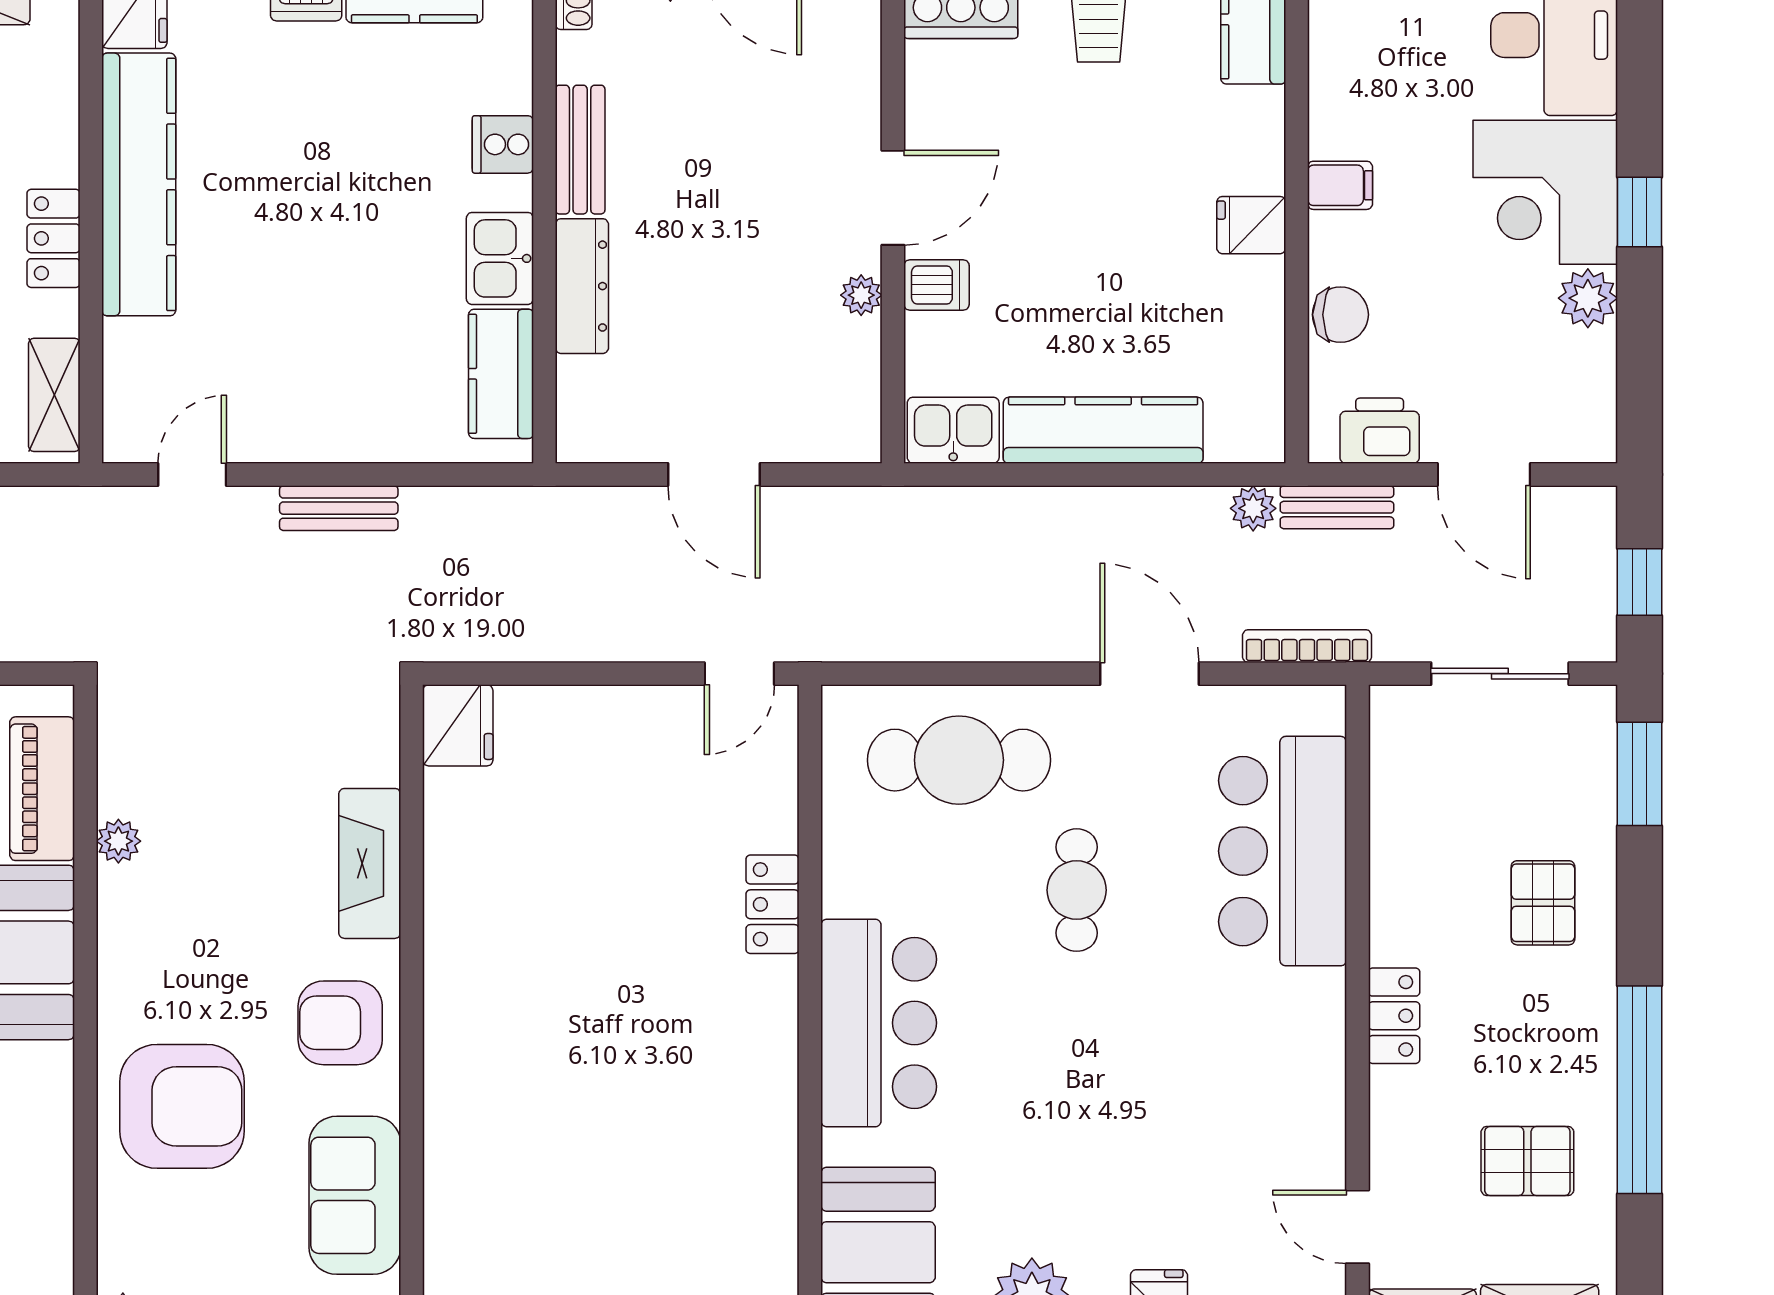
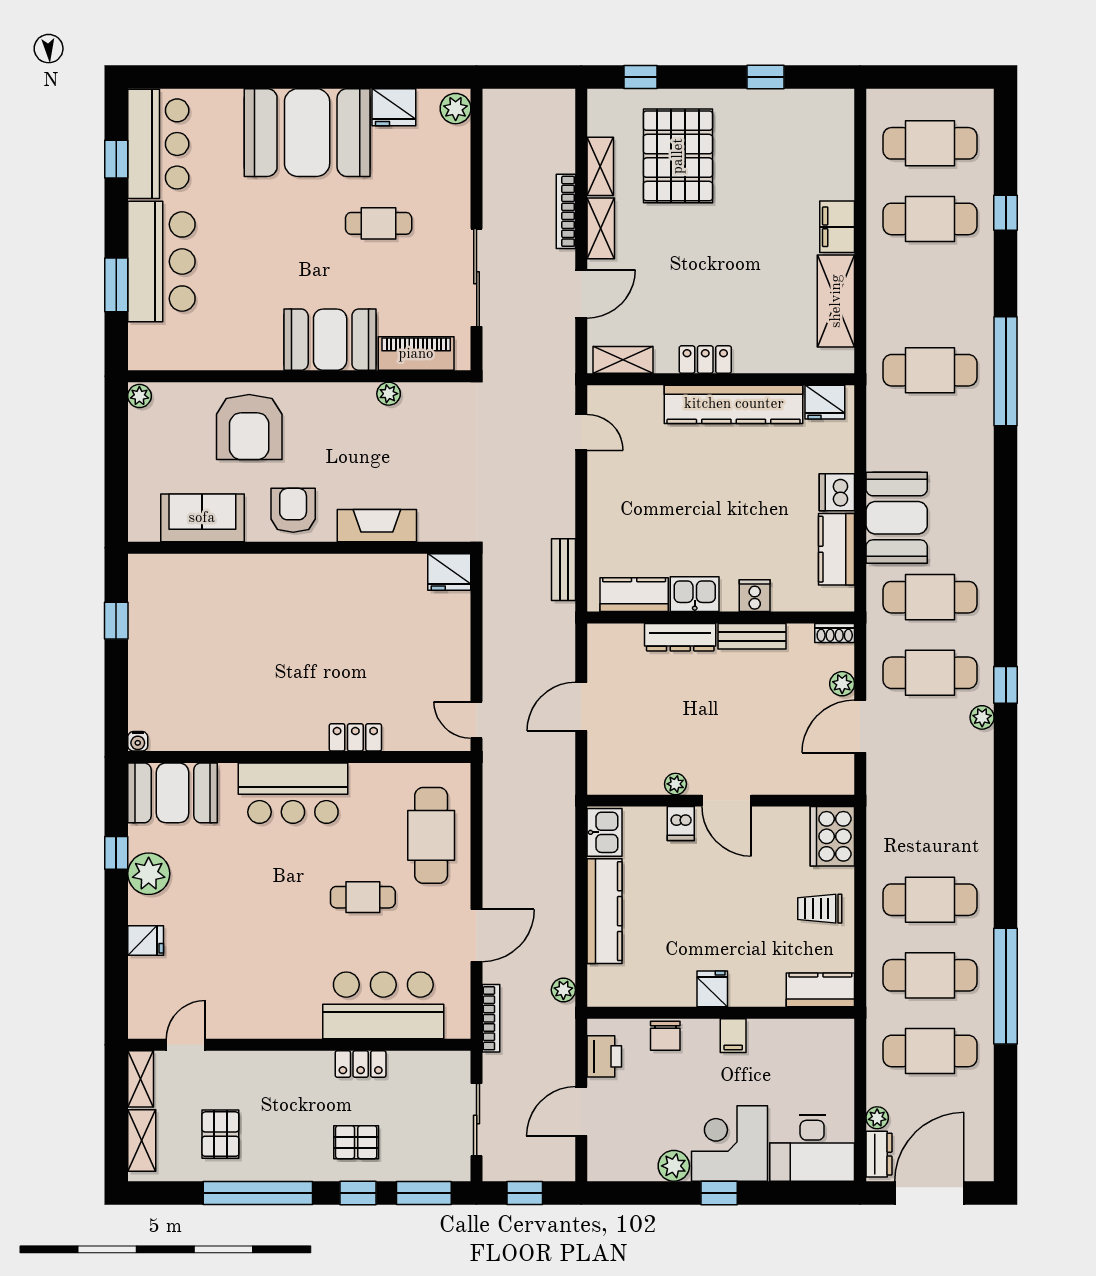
bench: (1337, 507) -> (564, 1034), removed
bench: (339, 508) -> (564, 570), moved
window: (1640, 899) -> (358, 1193), added
locker: (1394, 1016) -> (361, 1064), moved

